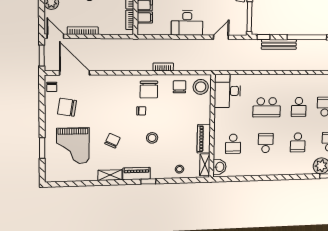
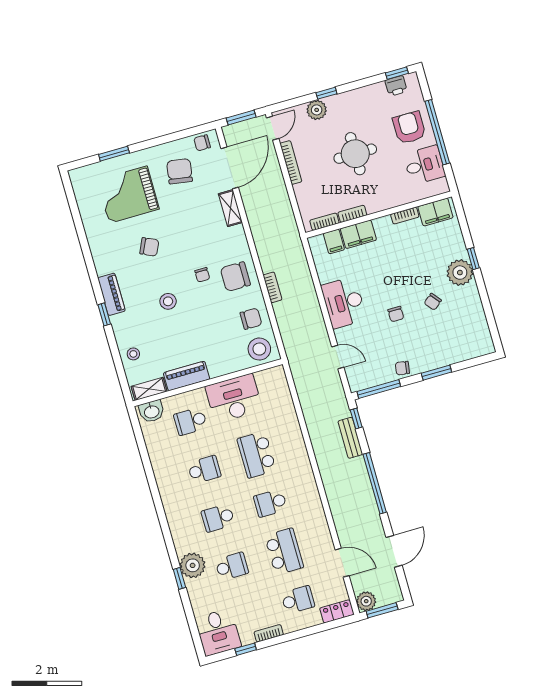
bench: (279, 44) -> (350, 438), width x0.73
desk: (227, 91) -> (234, 398), moved
shelving: (110, 175) -> (230, 208), moved

